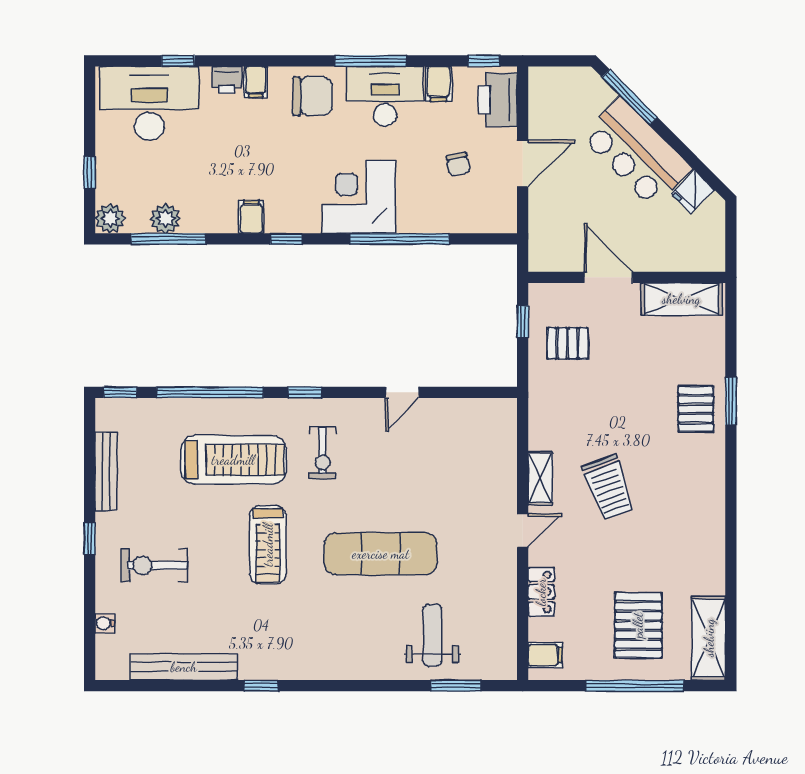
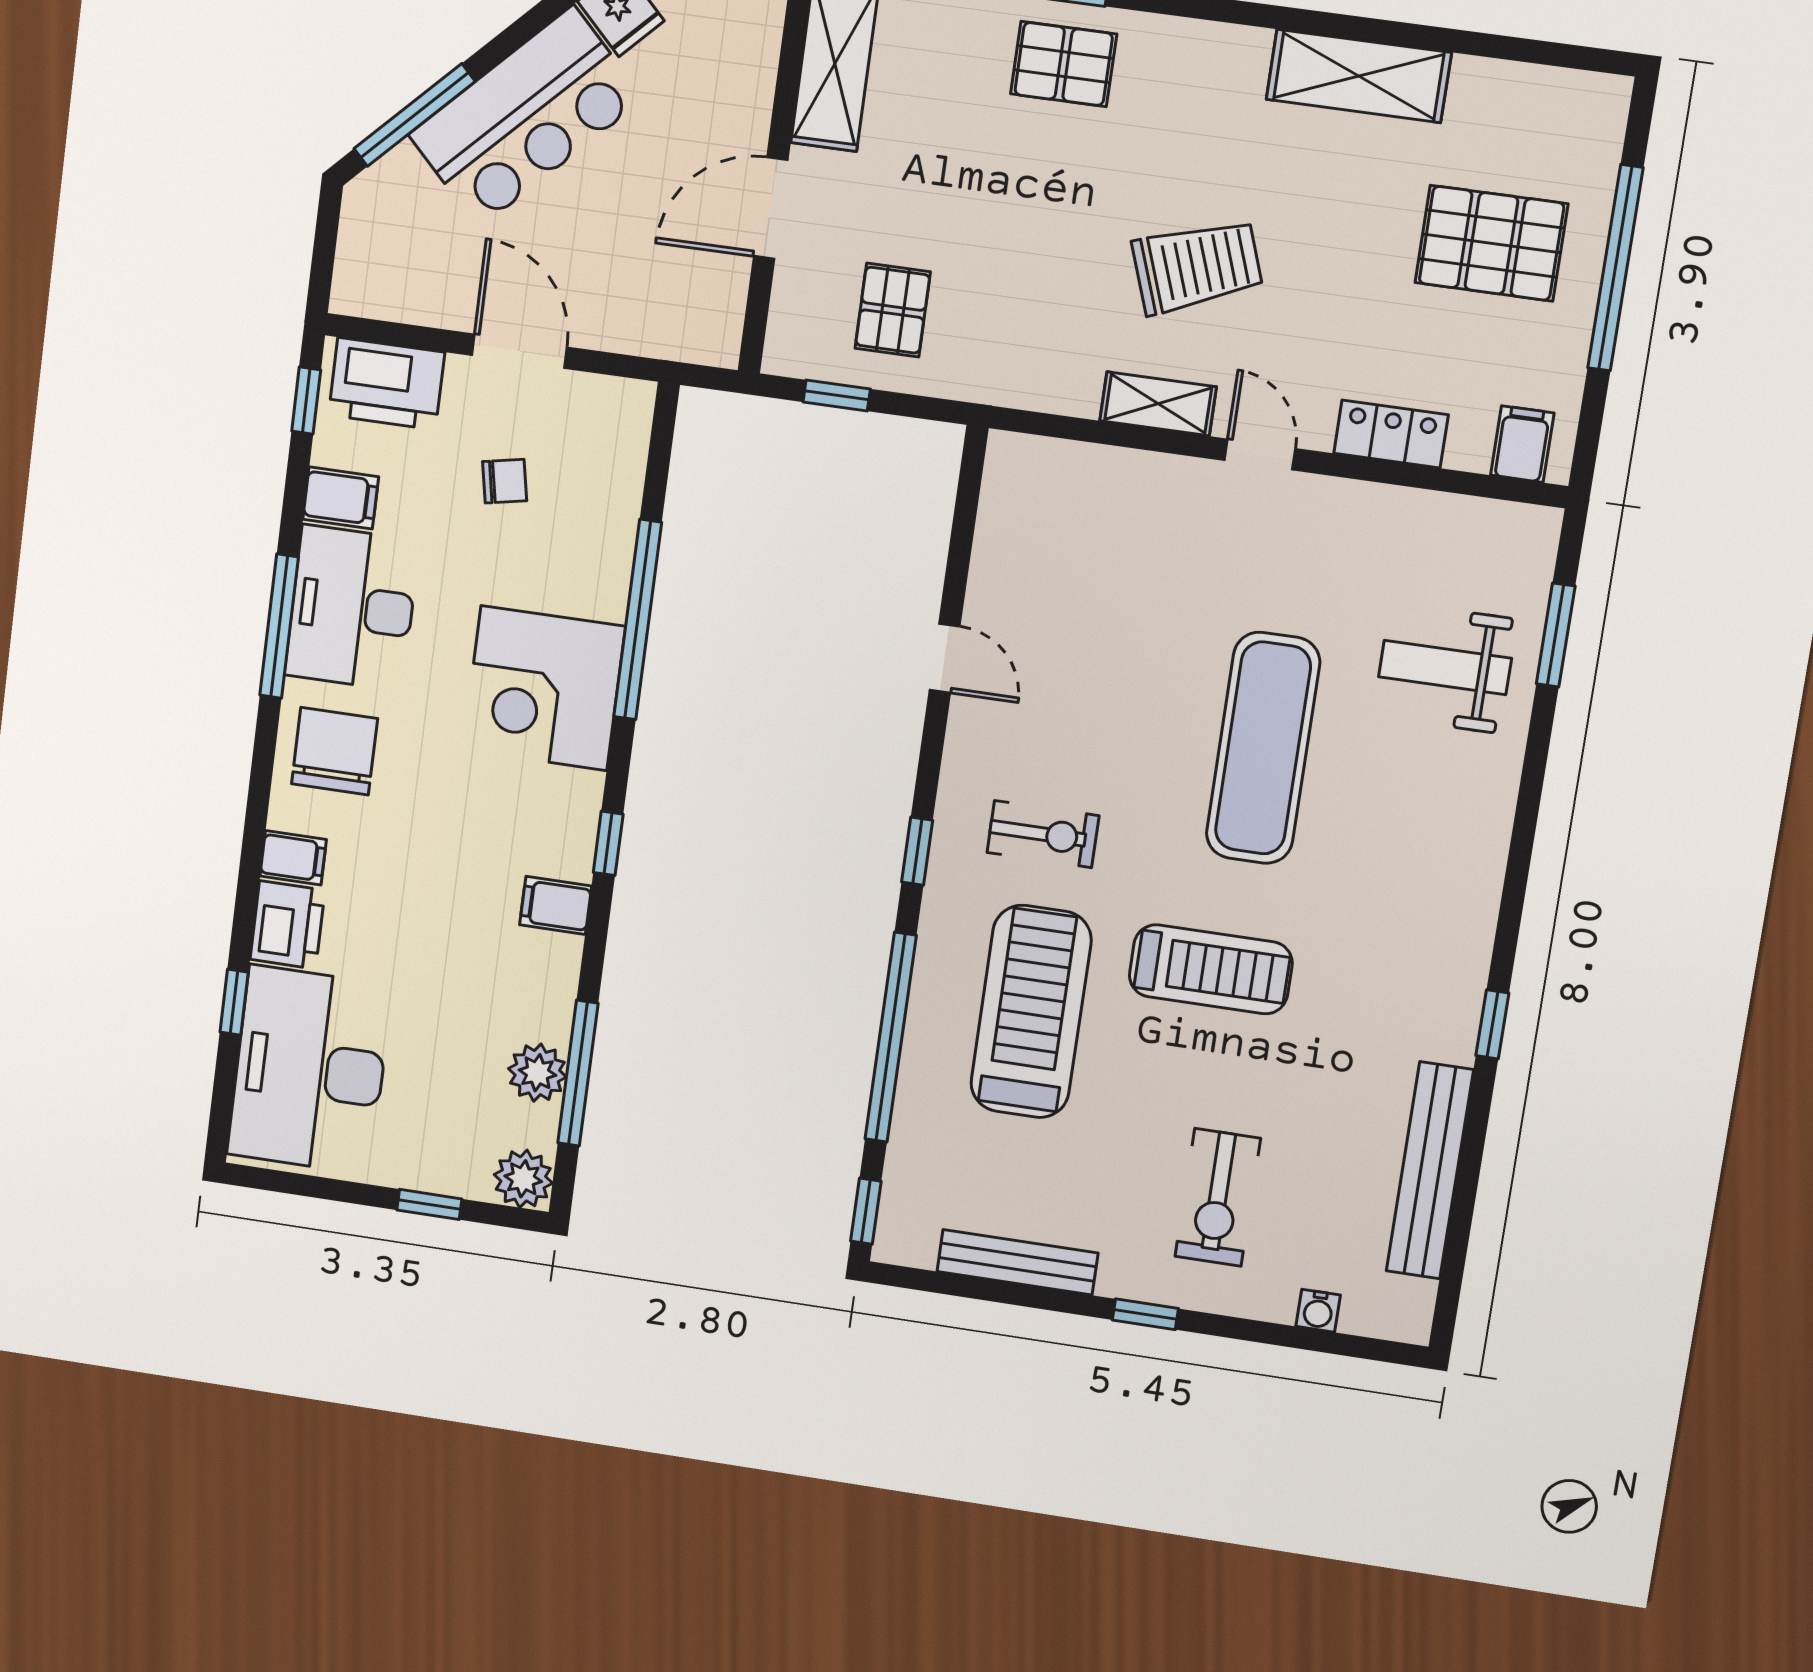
printer: (227, 80) -> (288, 925), width x1.36, depth x1.24
shelving: (709, 638) -> (1359, 76), moved

